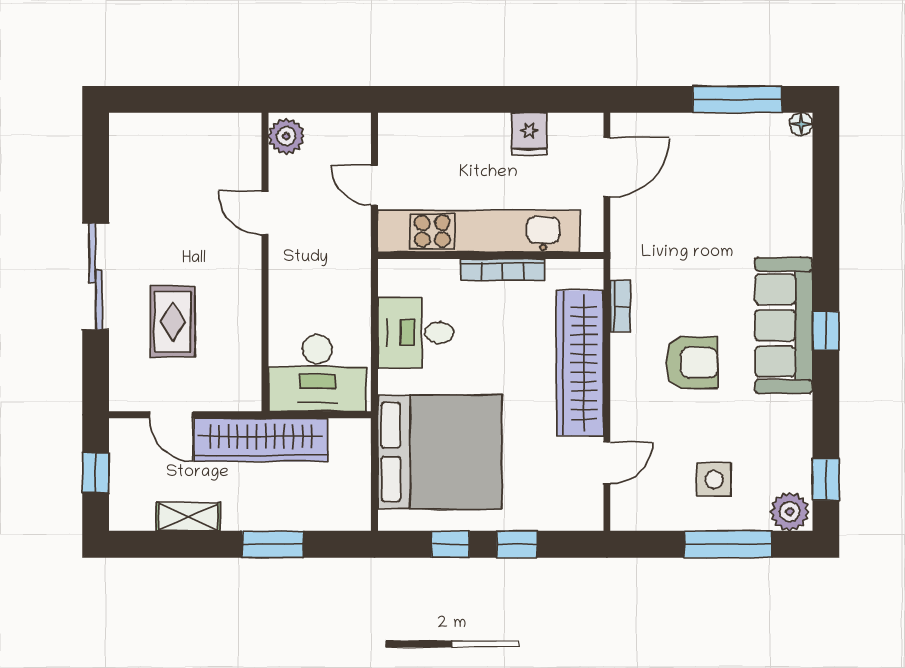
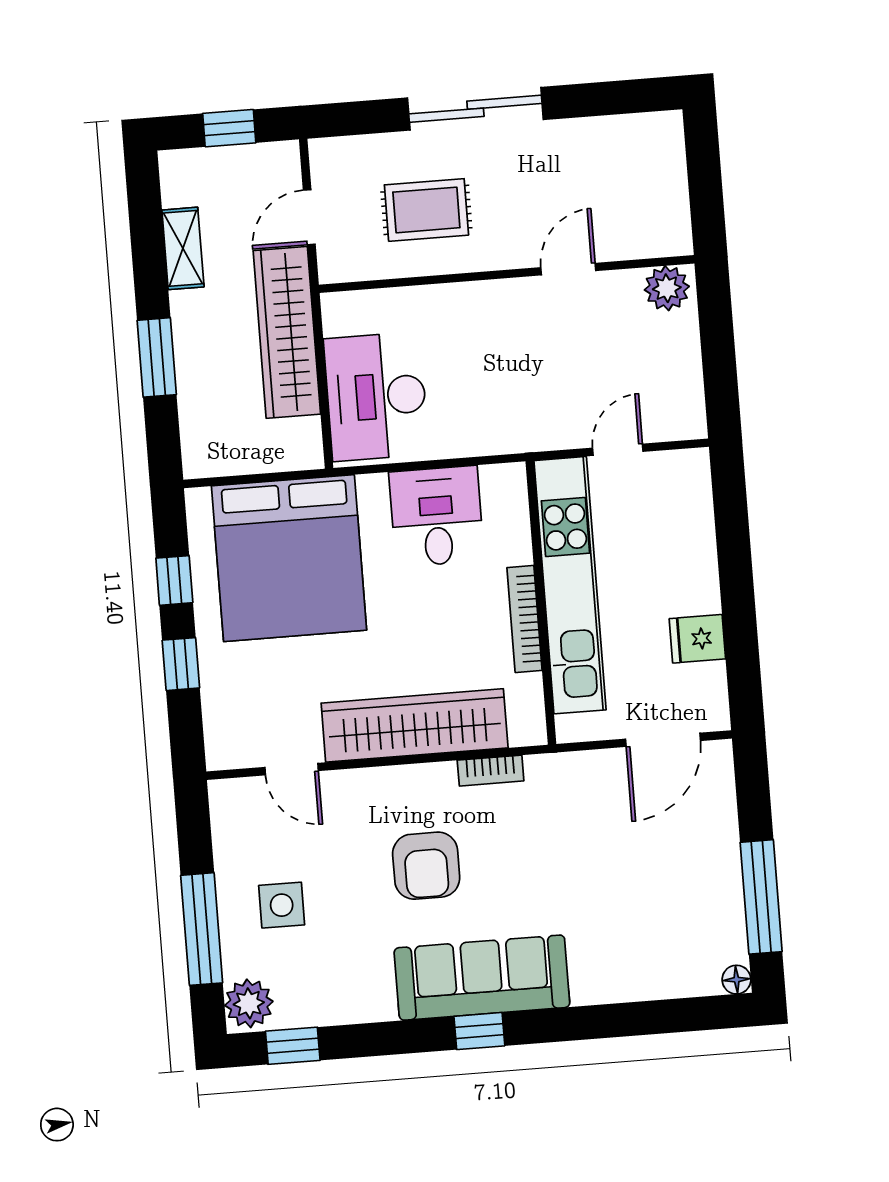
plant: (286, 136) -> (667, 288), moved
door: (607, 167) -> (663, 740), hinge flipped
door: (265, 213) -> (568, 269), moved
wall: (265, 262) -> (507, 274), moved

